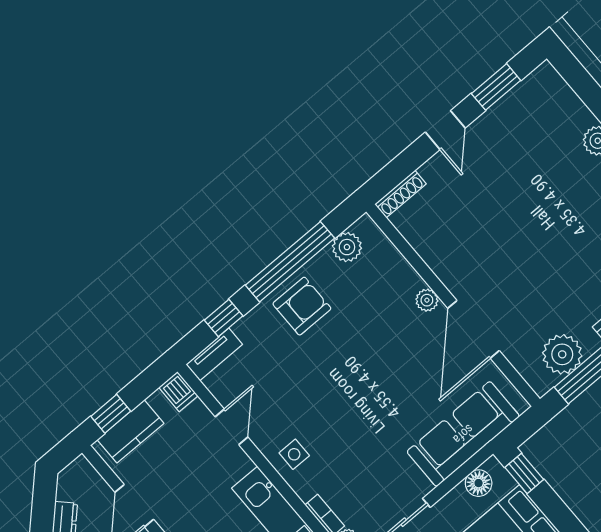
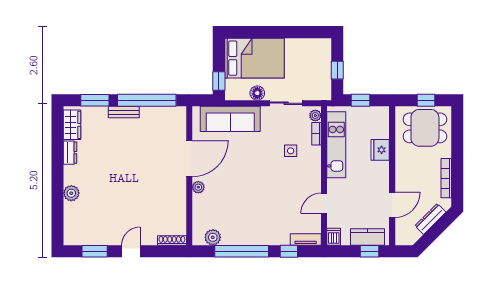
armchair: (302, 306) -> (252, 229), removed
plant: (562, 354) -> (161, 117), removed
side table: (294, 454) -> (291, 151), moved
floor lamp: (479, 483) -> (257, 93), moved

